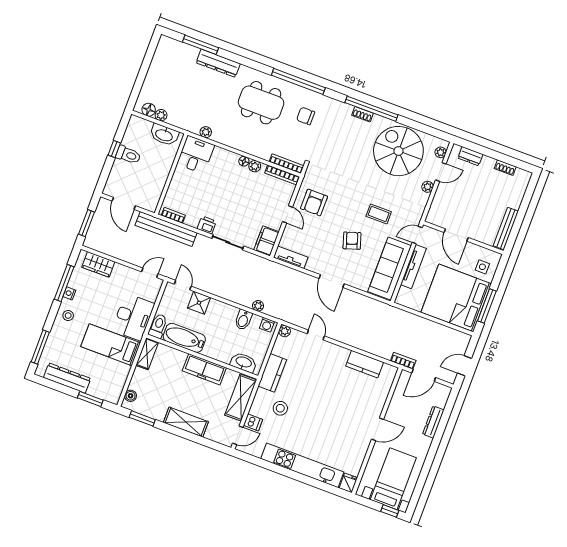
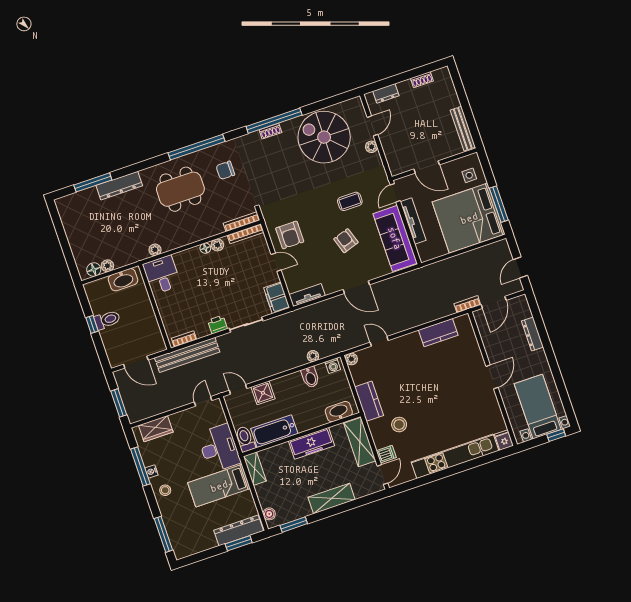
plant: (441, 152) -> (359, 110), removed
dresser: (67, 378) -> (239, 531), moved

